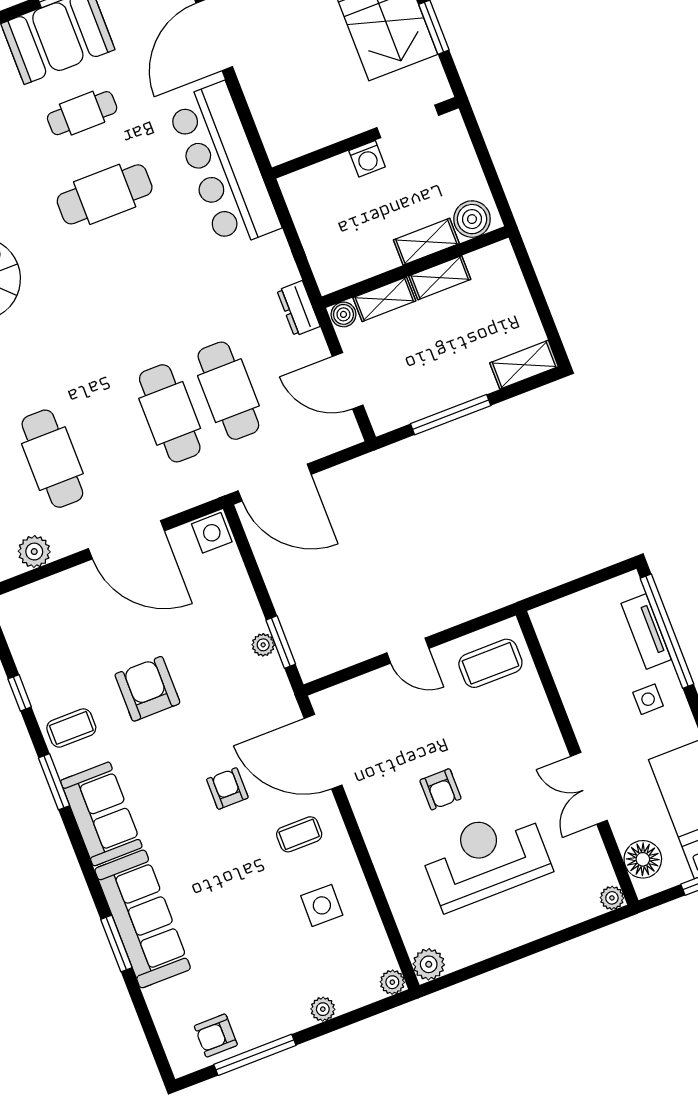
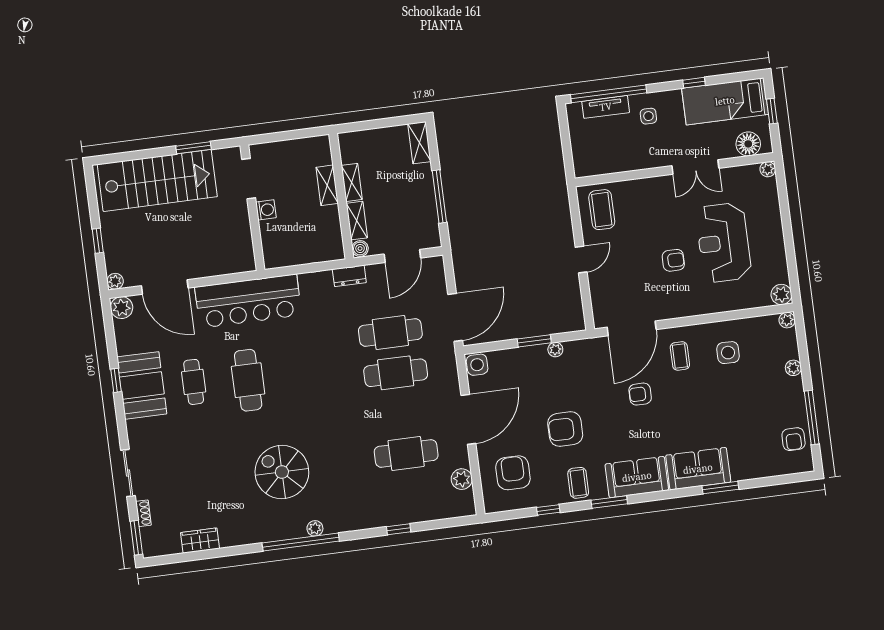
boiler: (472, 219) -> (320, 153), removed
armchair: (62, 626) -> (513, 473), added
window: (281, 642) -> (534, 341), moved
sofa: (143, 919) -> (698, 469), width x0.73

